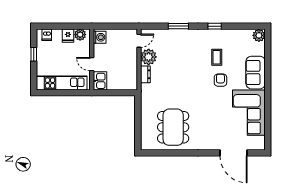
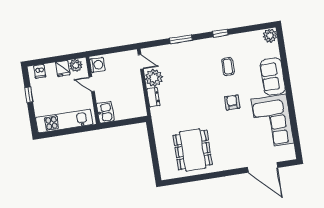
door: (139, 41) -> (141, 62), hinge flipped
door: (92, 64) -> (92, 84), moved
armchair: (220, 80) -> (232, 102), moved

